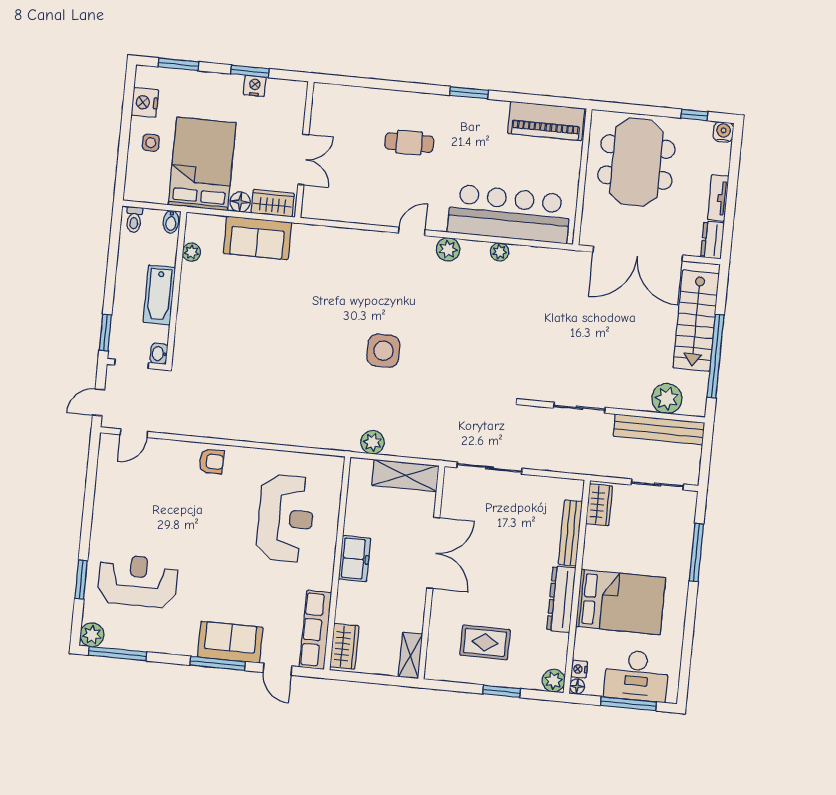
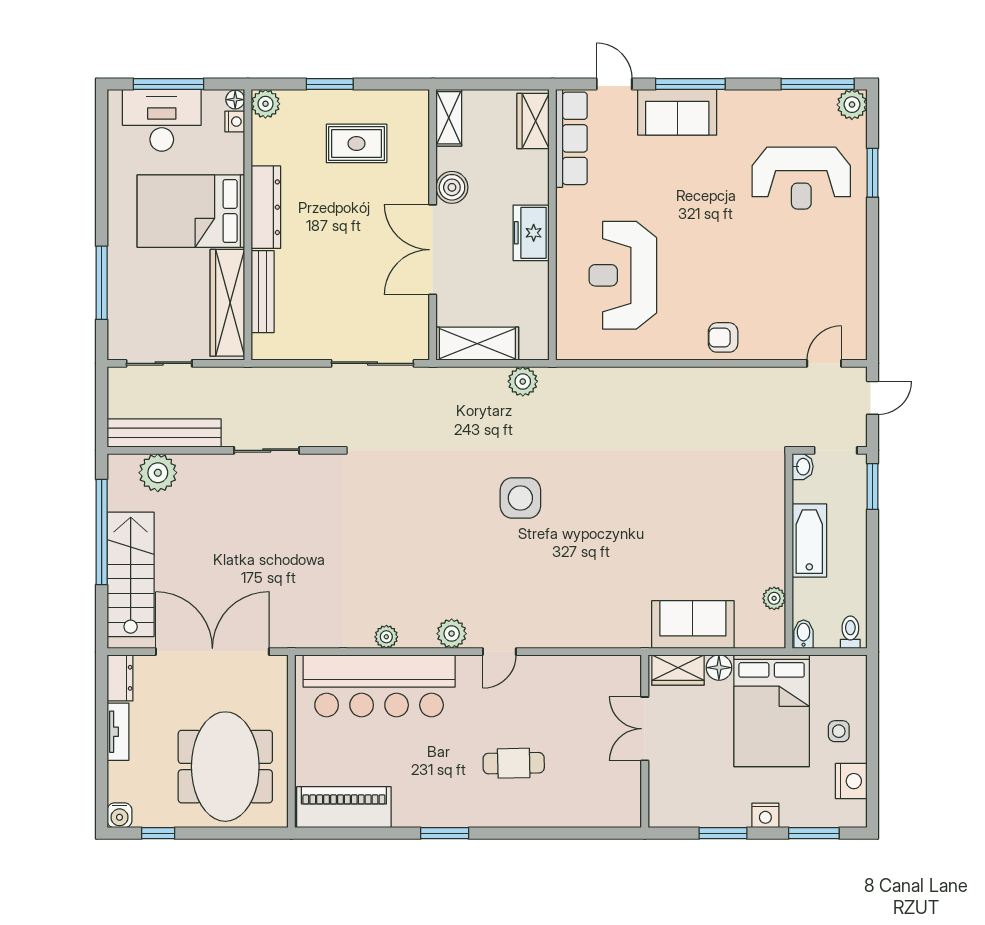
nightstand: (255, 86) -> (765, 815), moved
wardrobe: (599, 505) -> (227, 303), width x2.10, depth x1.17
boiler: (413, 601) -> (452, 187), added

